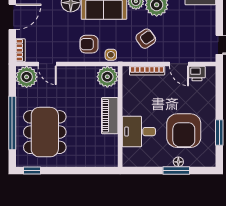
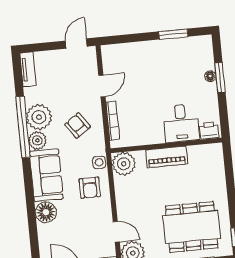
door: (47, 64) -> (116, 232), hinge flipped
printer: (197, 74) -> (209, 130), moved, turned -90
armchair: (184, 131) -> (175, 73), removed

